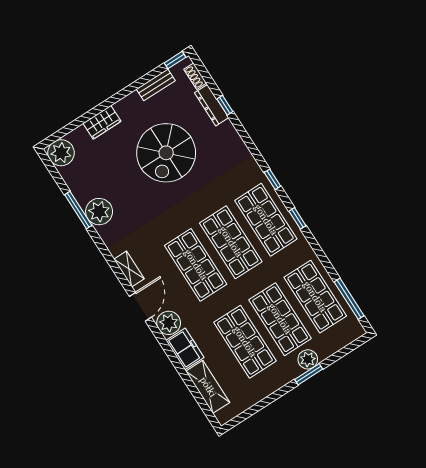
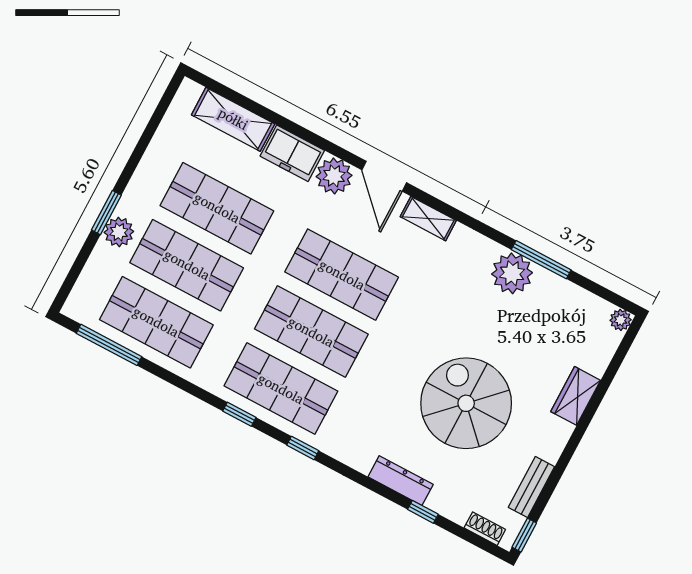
dresser: (212, 105) -> (401, 481), moved
plant: (61, 153) -> (621, 320), width x0.53, depth x0.53

